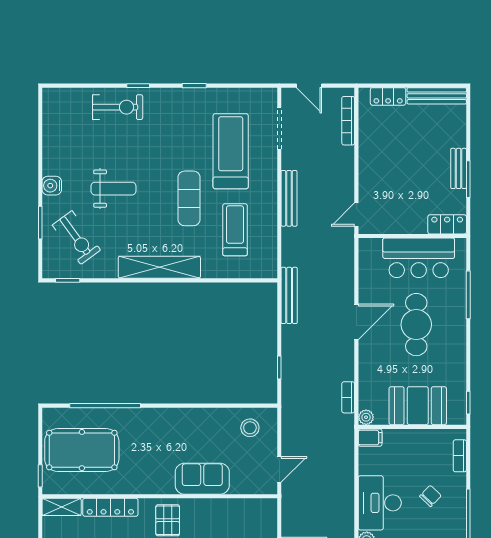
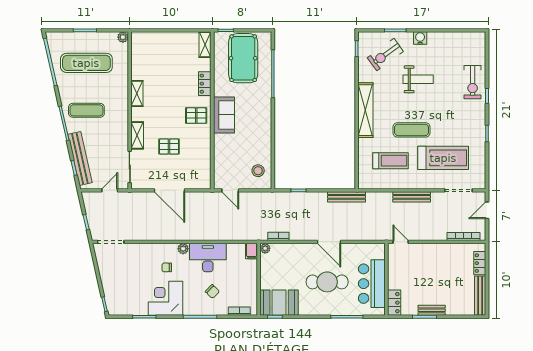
weight bench: (113, 189) -> (418, 79), turned -90
booth: (418, 406) -> (279, 303), moved, turned 90
sofa: (202, 479) -> (224, 115), moved
locker: (110, 507) -> (205, 84), width x0.66

